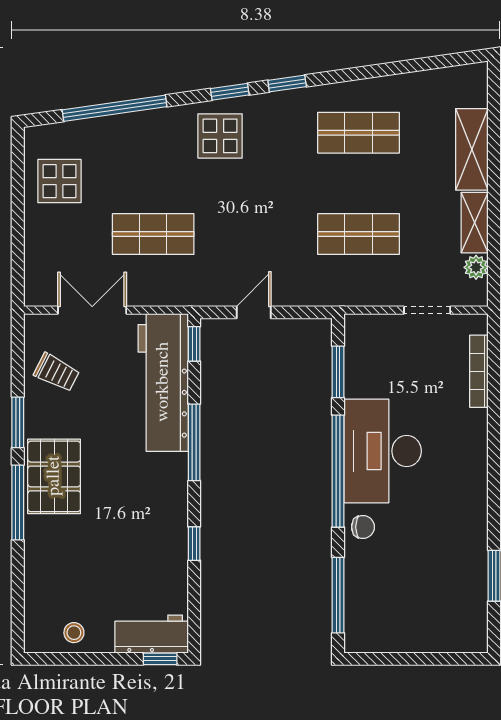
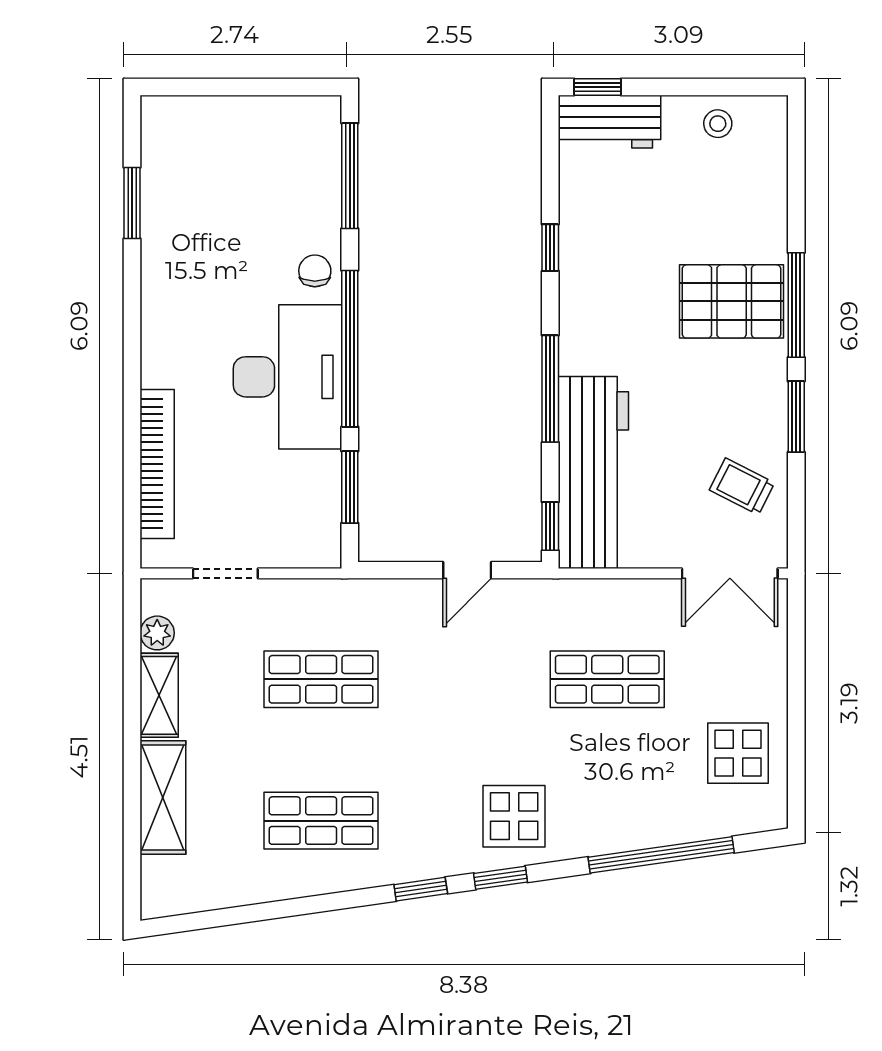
double door: (92, 310) -> (730, 573), moved
bookcase: (479, 371) -> (157, 464), width x1.48, depth x1.31
pallet: (54, 476) -> (732, 301), moved, turned 90
chair: (363, 527) -> (315, 271), turned 90

